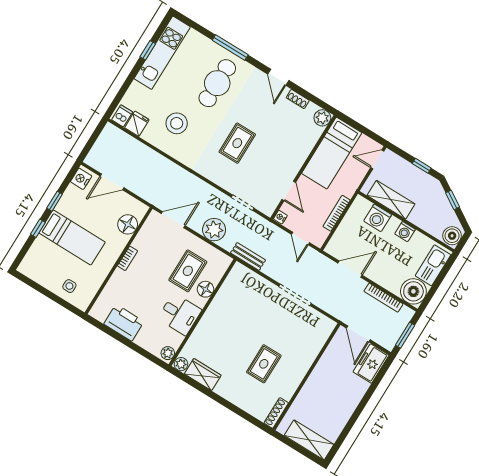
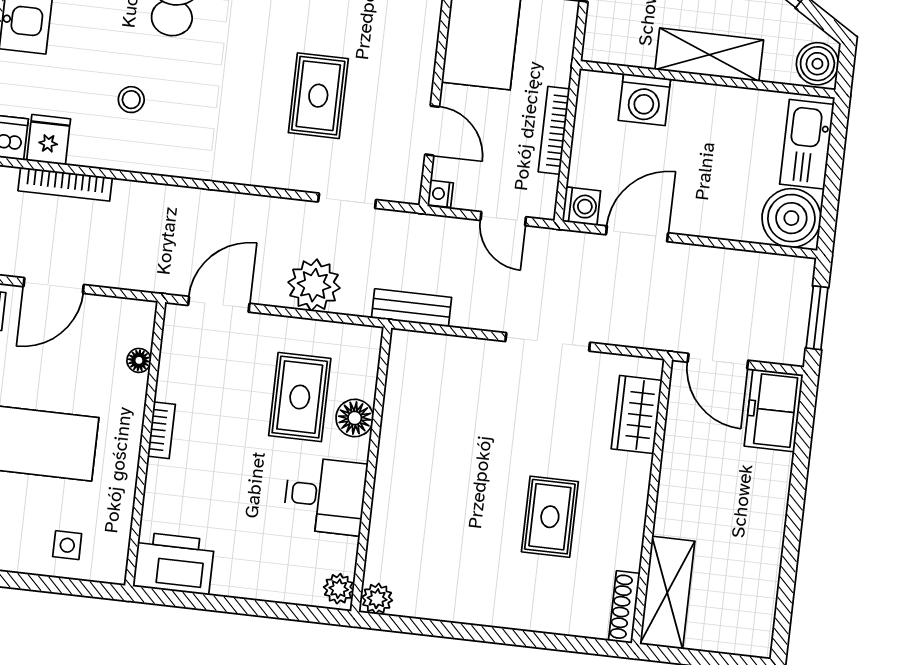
stool: (177, 123) -> (131, 100), width x0.53, depth x0.53
rug: (237, 143) -> (318, 96), moved
shelving: (391, 200) -> (709, 55), moved
floor lamp: (128, 224) -> (139, 360), width x0.53, depth x0.53
washing machine: (405, 232) -> (581, 206), moved, turned -90
bookcase: (383, 298) -> (65, 184), moved
printer: (124, 323) -> (174, 563), moved
wardrobe: (203, 375) -> (637, 415), moved, turned -90
shelving: (309, 440) -> (667, 593), moved, turned 90

